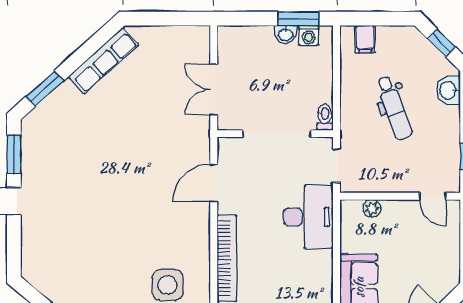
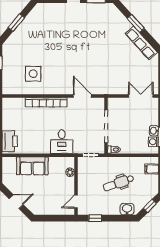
window: (45, 89) -> (136, 23), moved
double door: (214, 90) -> (141, 96), moved
desk: (308, 217) -> (62, 142), width x0.73

